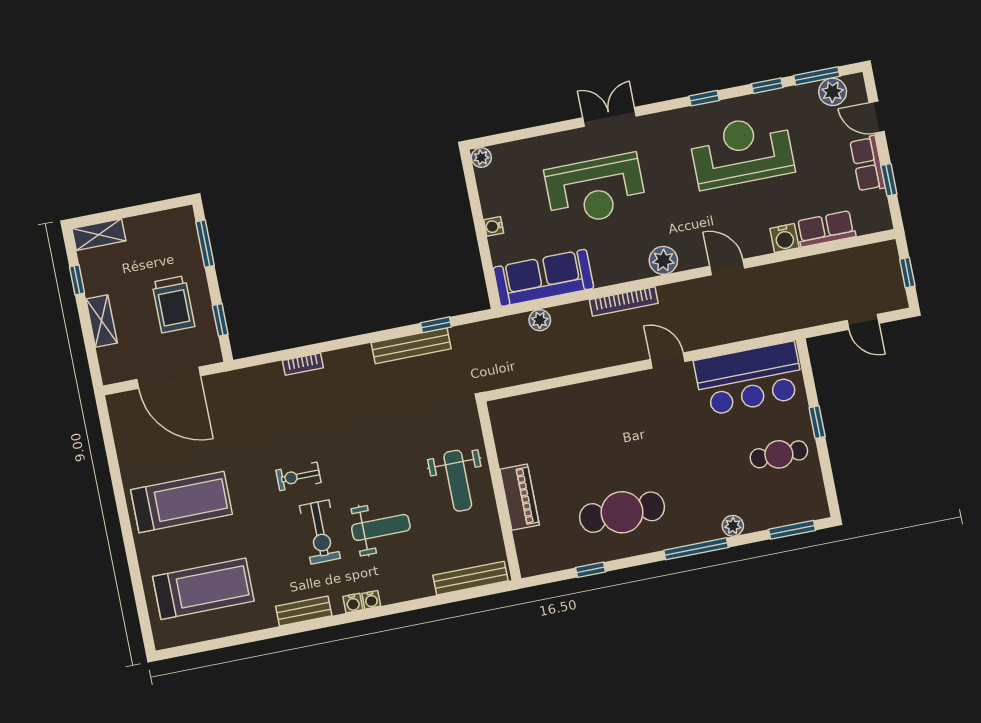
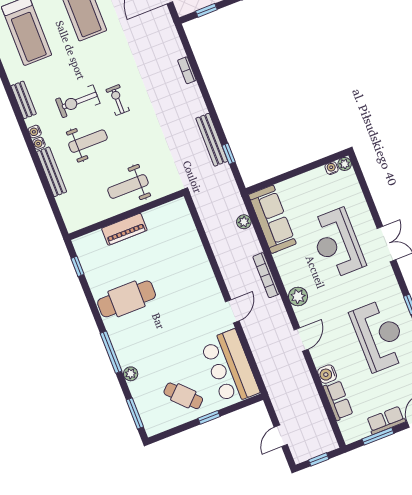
window: (889, 180) -> (378, 436), width x1.50
water cooler: (494, 226) -> (331, 168), moved
cafe table: (779, 454) -> (183, 396), turned -44
exercise bike: (298, 476) -> (118, 100), moved
cafe table: (622, 512) -> (127, 299), turned 90
weight bench: (381, 527) -> (88, 141), turned -90
window: (591, 570) -> (78, 266), moved
bench: (471, 578) -> (52, 172), moved

